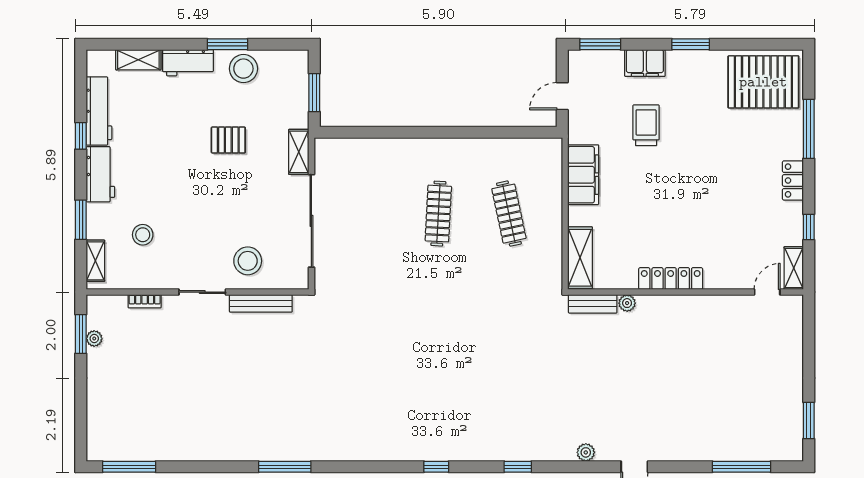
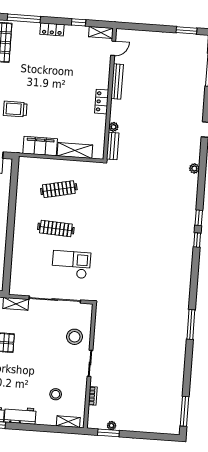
window: (81, 220) -> (45, 428), removed
checkout: (376, 245) -> (71, 265), added
shelving: (580, 258) -> (75, 150), moved
locker: (671, 279) -> (102, 102), width x0.66
door: (767, 292) -> (113, 48), swing flipped
bench: (261, 303) -> (117, 82), moved
plant: (586, 452) -> (194, 168), moved
window: (518, 467) -> (199, 218), moved

